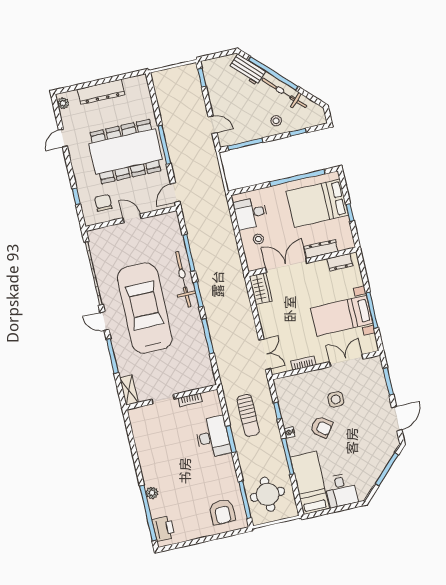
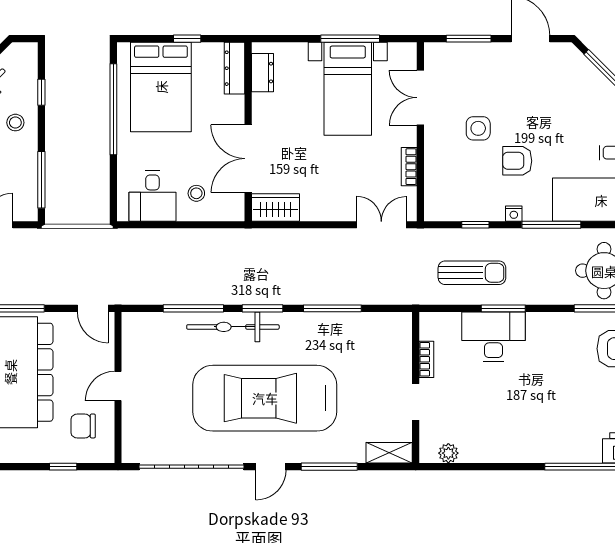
dresser: (321, 249) -> (235, 68), moved
armchair: (322, 427) -> (517, 161), turned -126
plant: (152, 493) -> (448, 453), moved

